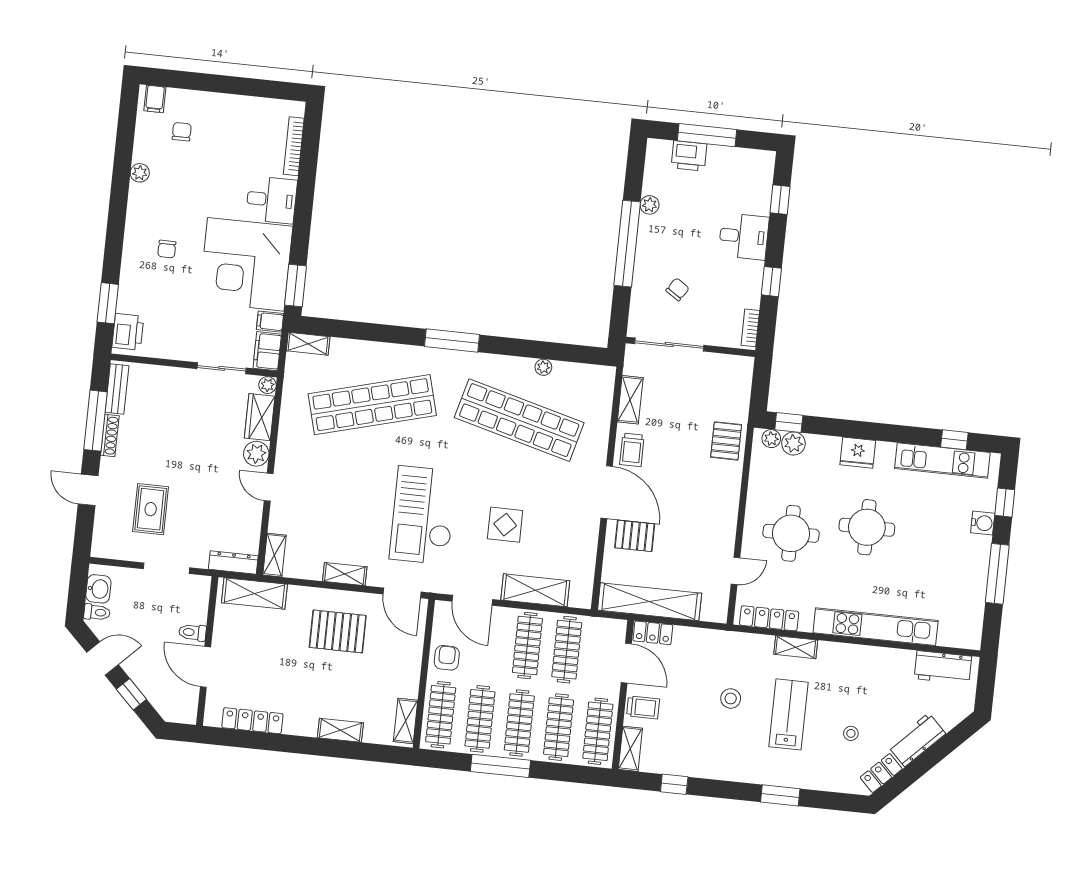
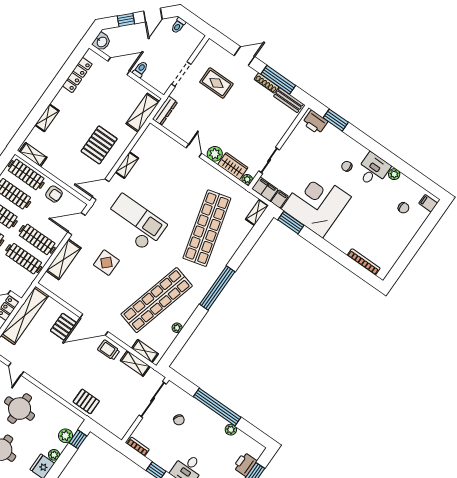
desk: (271, 200) -> (373, 170), moved, turned 180
window: (452, 341) -> (217, 288), width x1.46
plant: (771, 439) -> (54, 455), moved
door: (269, 487) -> (194, 151), hinge flipped
shelving: (274, 555) -> (145, 351), moved
washbasin: (98, 589) -> (102, 42), moved, turned -90

